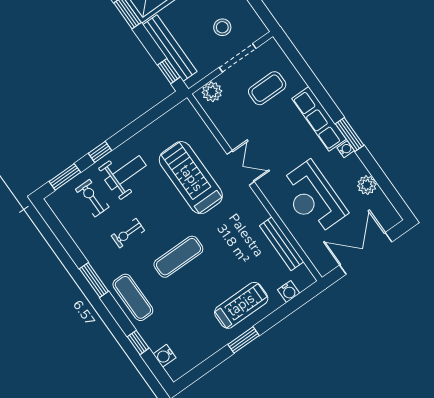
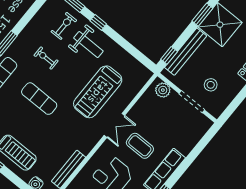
coffee table: (267, 88) -> (140, 146), moved
treadmill: (191, 178) -> (98, 92), turned 180

